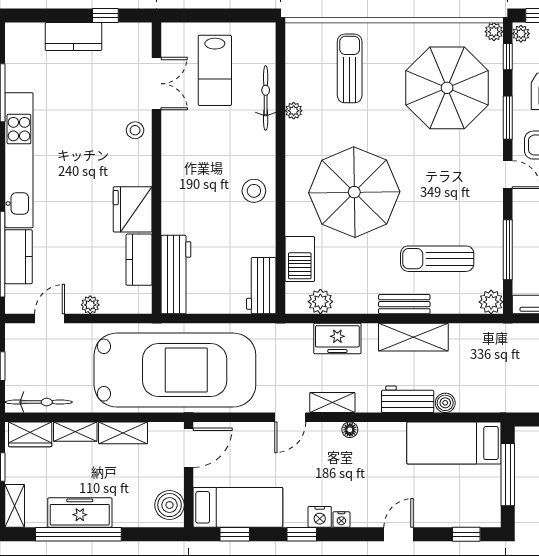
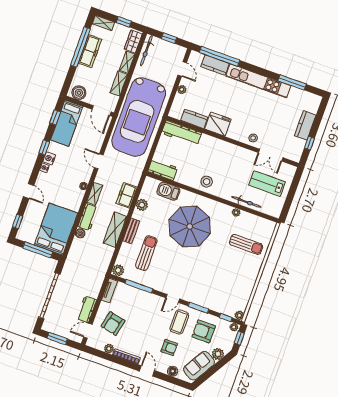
parasol: (447, 88) -> (222, 285), removed
plant: (320, 302) -> (142, 205), moved
shelving: (332, 403) -> (95, 194), moved
bed: (454, 443) -> (56, 229), width x1.50

